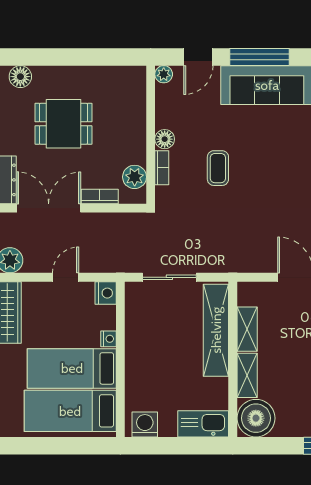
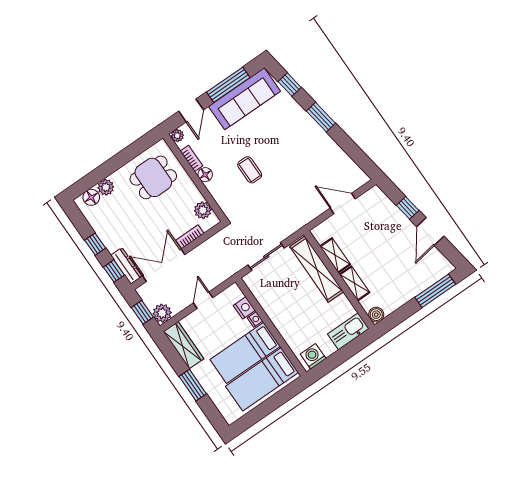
plant: (44, 77) -> (106, 187), added
dining table: (63, 124) -> (153, 177), moved
bookcase: (162, 168) -> (191, 158), moved
nightstand: (106, 293) -> (244, 308), moved
boiler: (256, 418) -> (376, 315), width x0.54, depth x0.54

